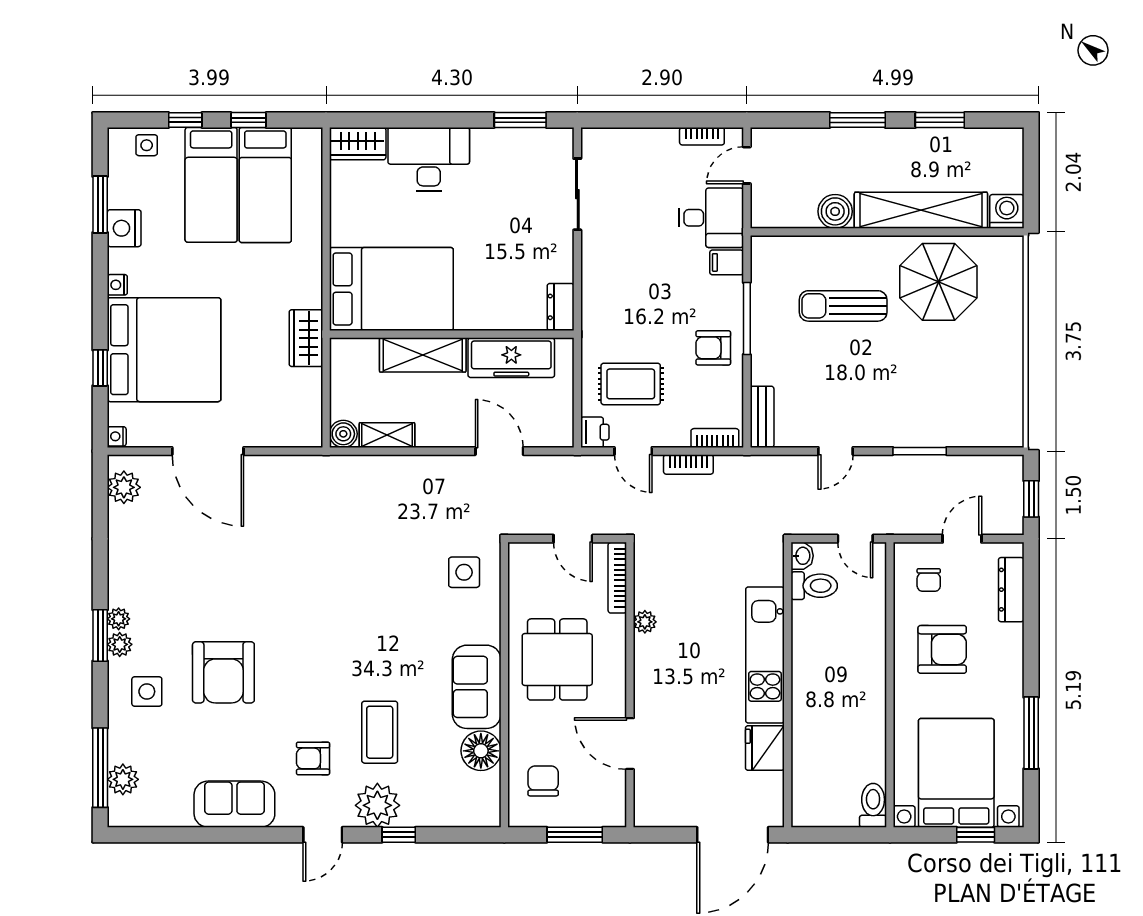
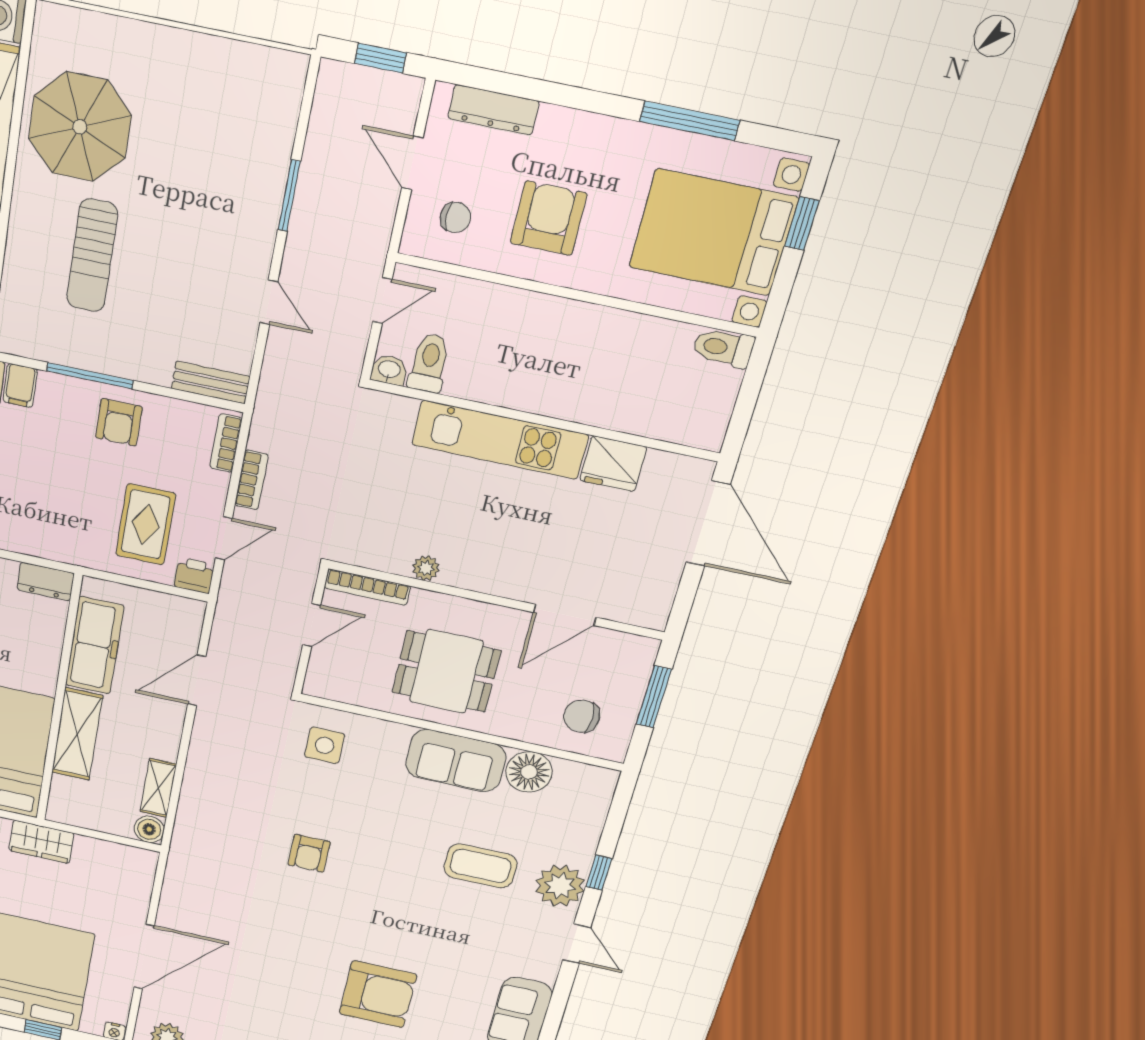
armchair: (313, 758) -> (309, 853), moved

